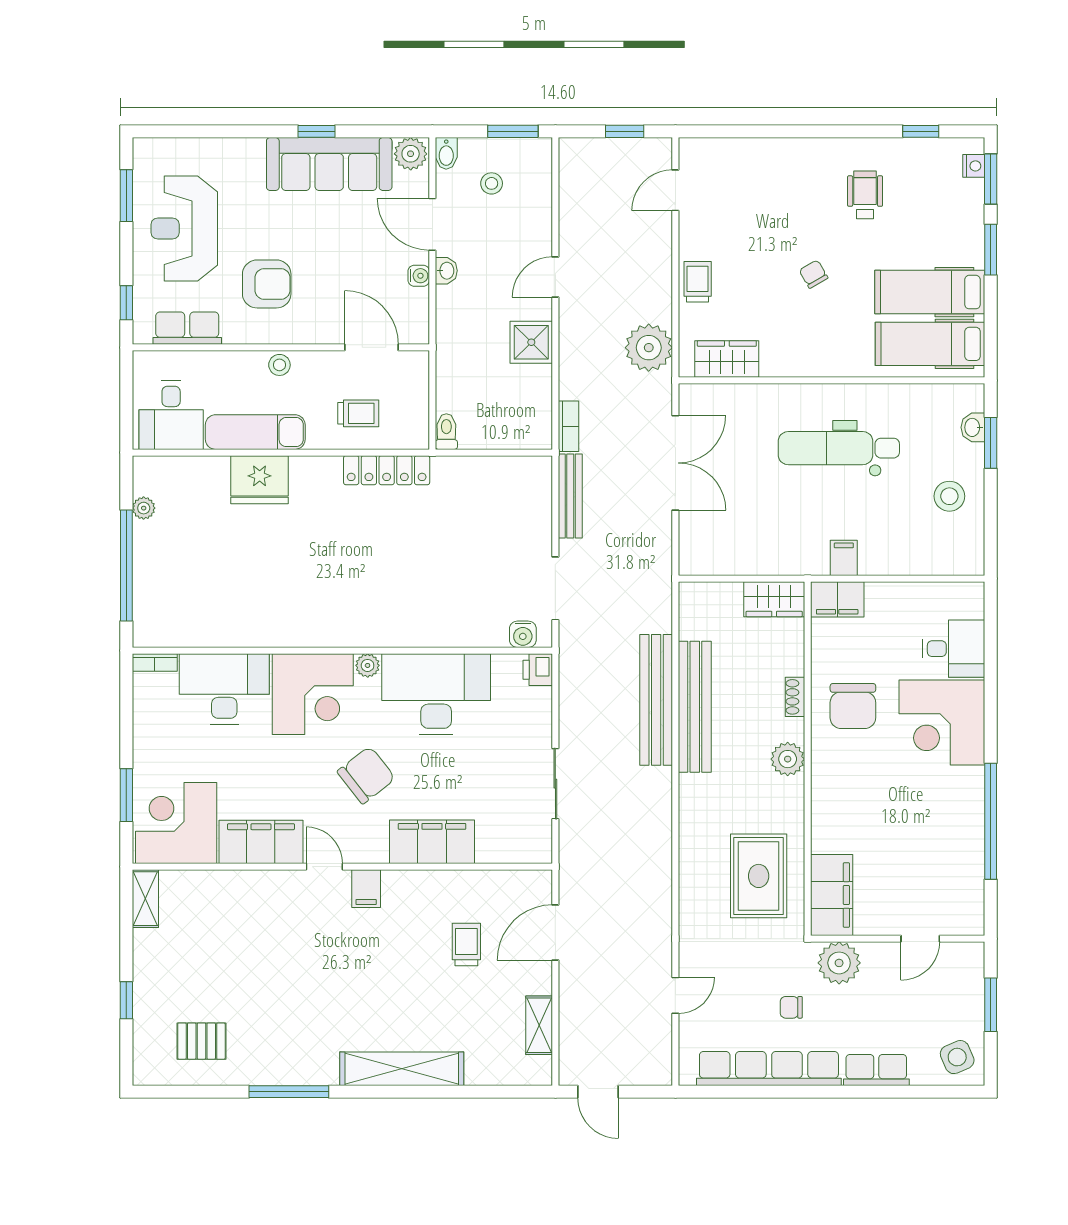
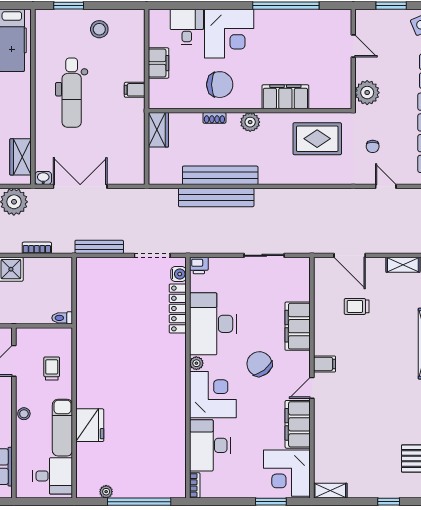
bookcase: (569, 426) -> (37, 248), moved
washbasin: (973, 427) -> (43, 178), moved, turned 180
locker: (387, 470) -> (178, 308), moved, turned 180
filing cabinet: (837, 599) -> (158, 63), moved
filing cabinet: (832, 895) -> (285, 97), moved
chair: (791, 1007) -> (373, 146), moved

